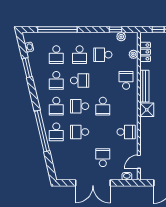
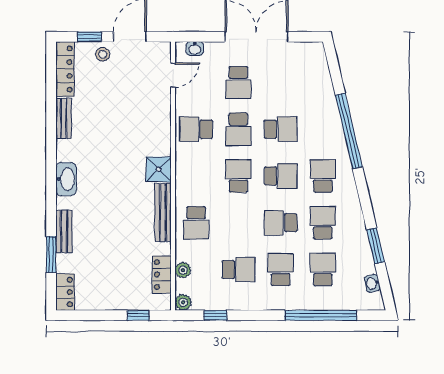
plant: (121, 37) -> (183, 302), moved
school desk: (56, 132) -> (238, 129), moved, turned 180

